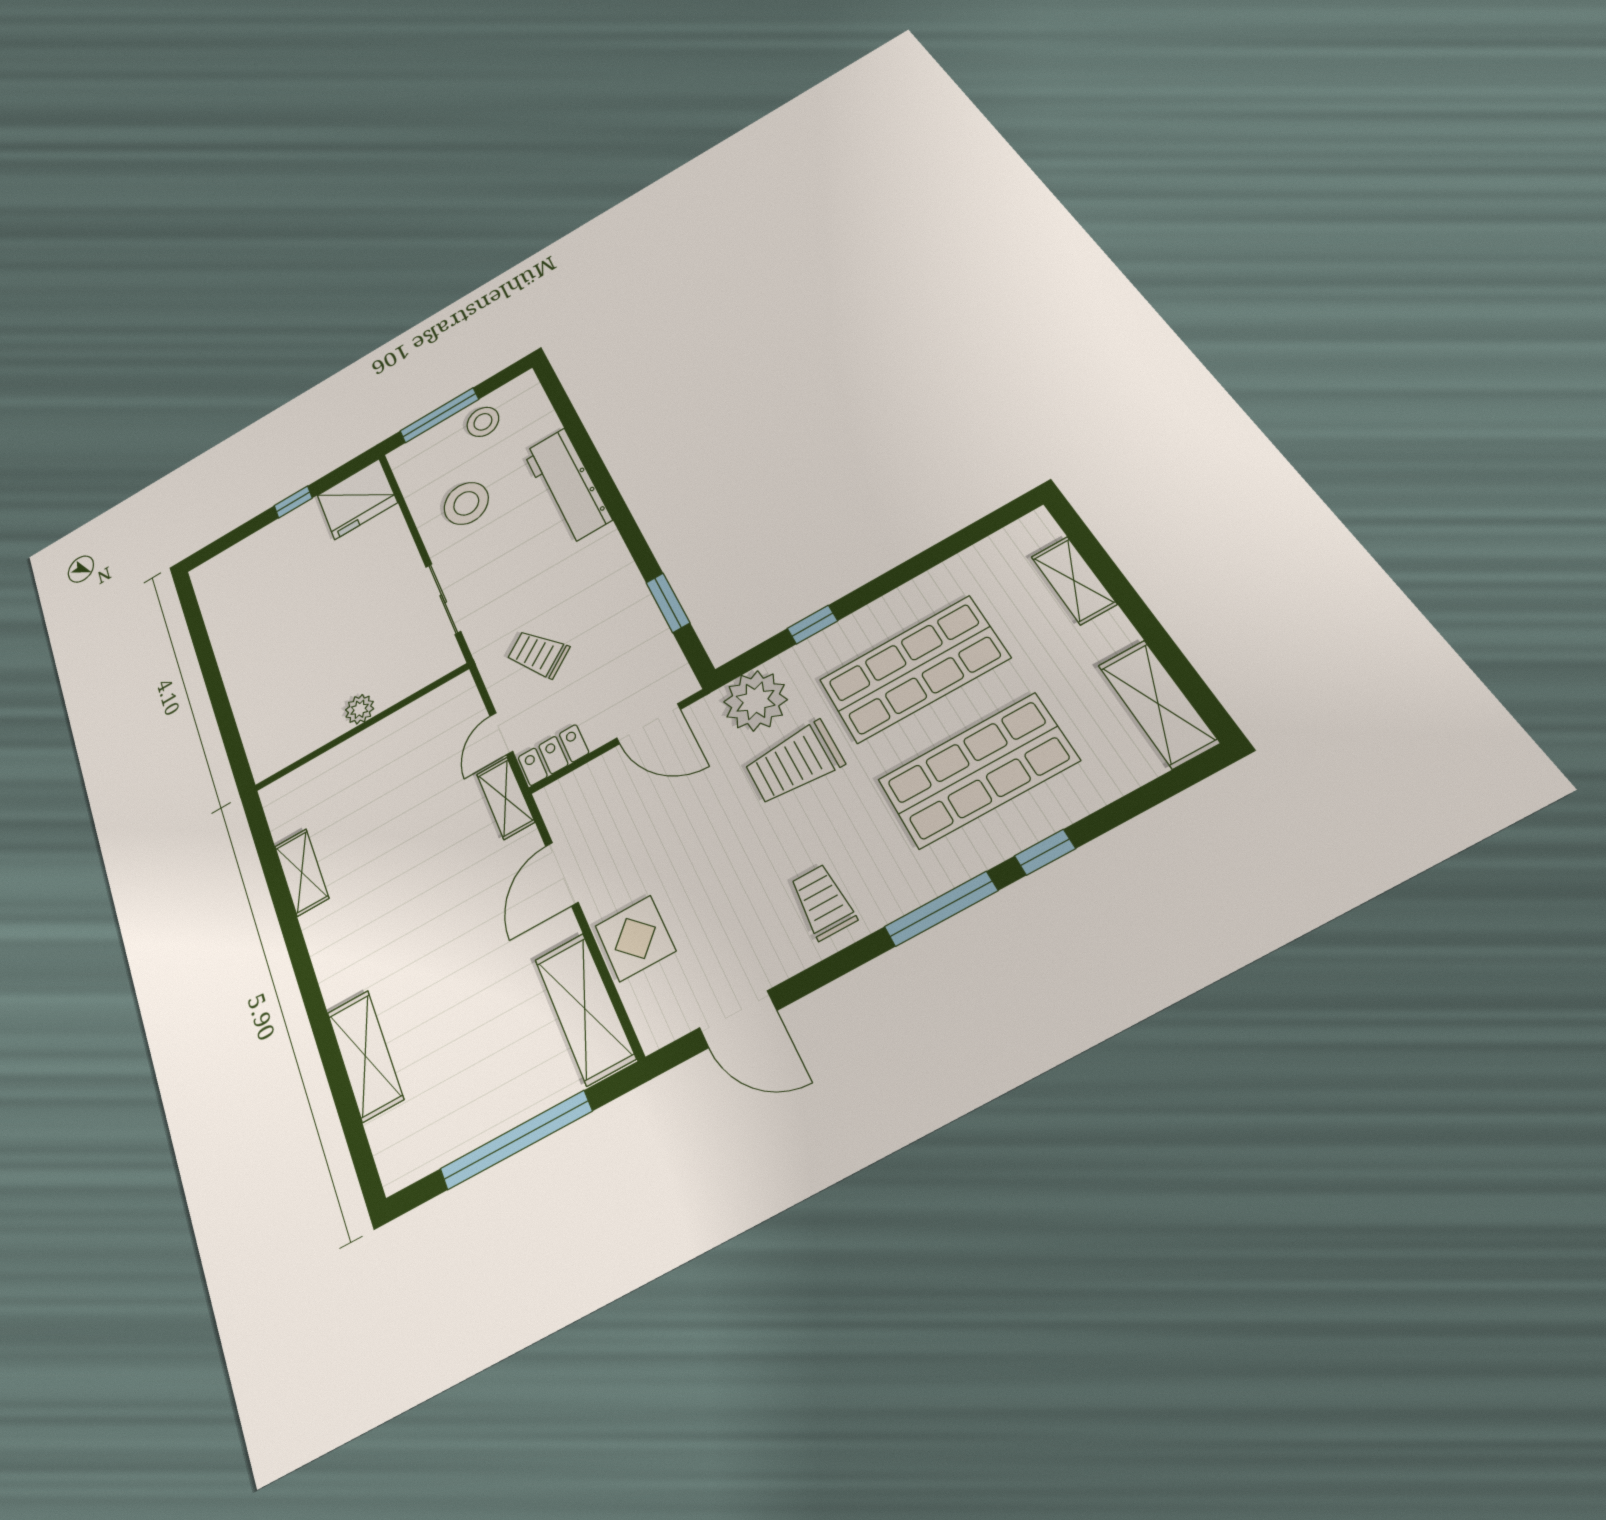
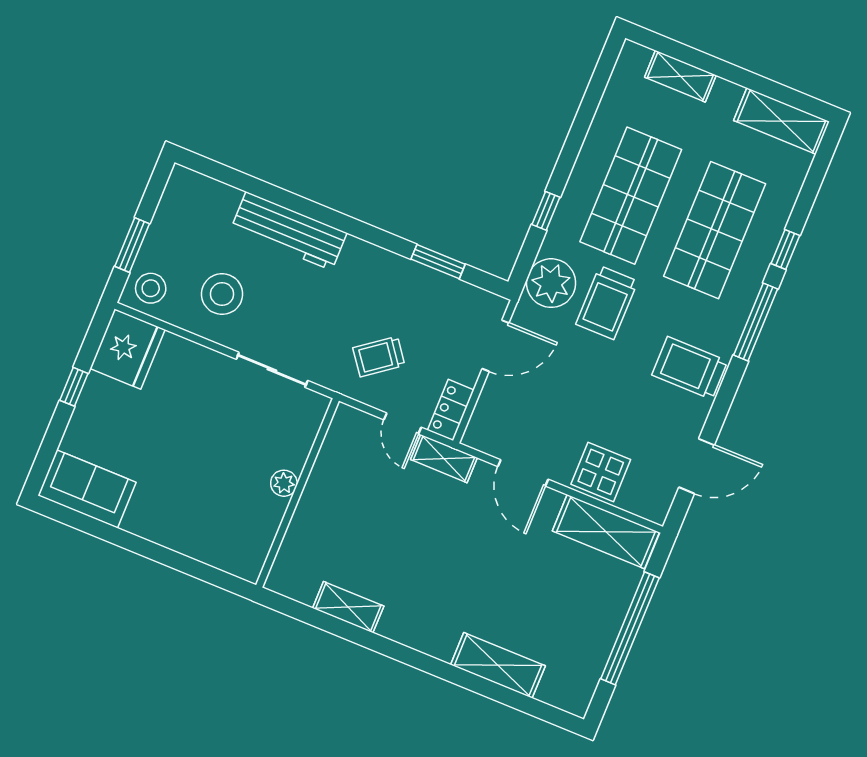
window: (439, 415) -> (132, 245), width x0.69
stool: (483, 422) -> (151, 288), moved
sofa: (223, 594) -> (87, 489), added
trolley: (823, 902) -> (690, 368), width x1.36, depth x1.39

